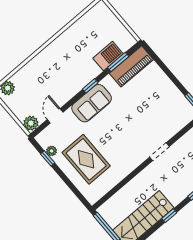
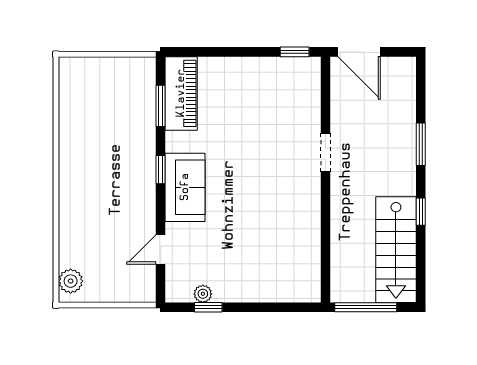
barbecue: (108, 56) -> (141, 113), removed
door: (55, 116) -> (161, 249), hinge flipped
plant: (31, 123) -> (143, 290), removed
rug: (86, 159) -> (253, 258), removed

